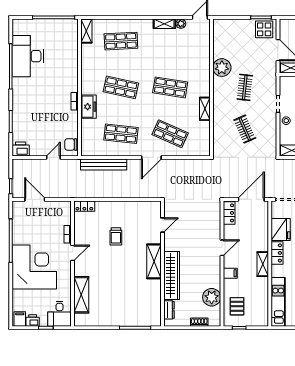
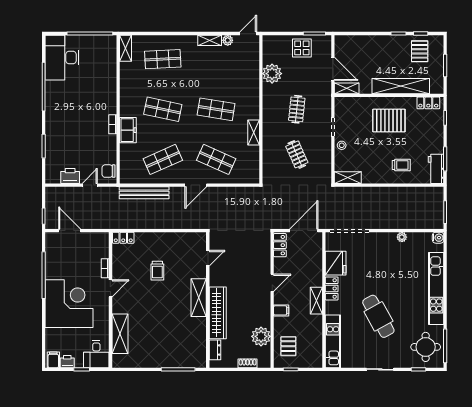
display table: (264, 29) -> (302, 48), moved
desk: (28, 56) -> (62, 58), moved
plant: (222, 68) -> (272, 74), moved
shop shelf: (121, 134) -> (163, 159), turned -30
printer: (21, 149) -> (70, 176), moved

